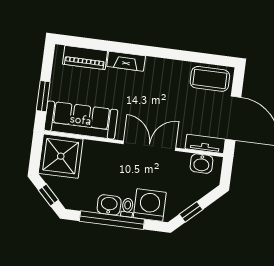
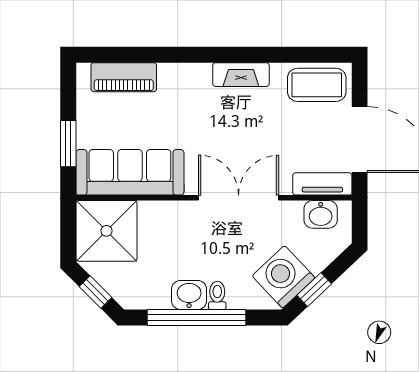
fireplace: (126, 61) -> (241, 75), moved
washing machine: (150, 205) -> (284, 277), moved, turned -43

